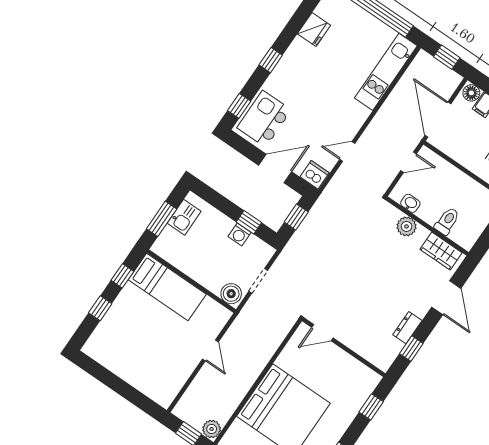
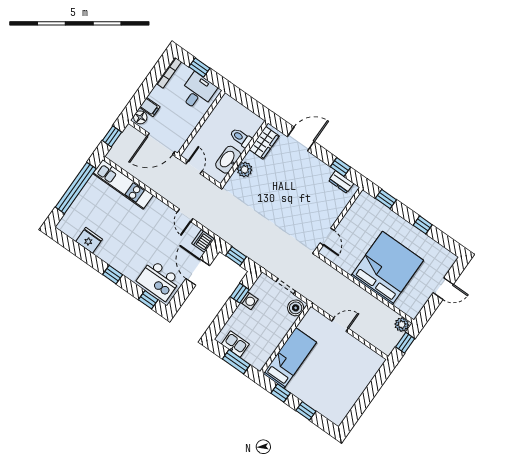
washbasin: (410, 203) -> (228, 160), width x1.91, depth x1.45
dresser: (407, 328) -> (341, 182), moved

